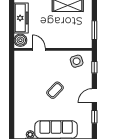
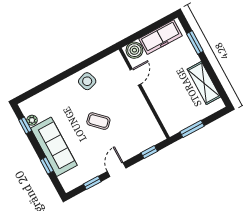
side table: (77, 61) -> (87, 81), moved
door: (94, 96) -> (117, 170), hinge flipped

